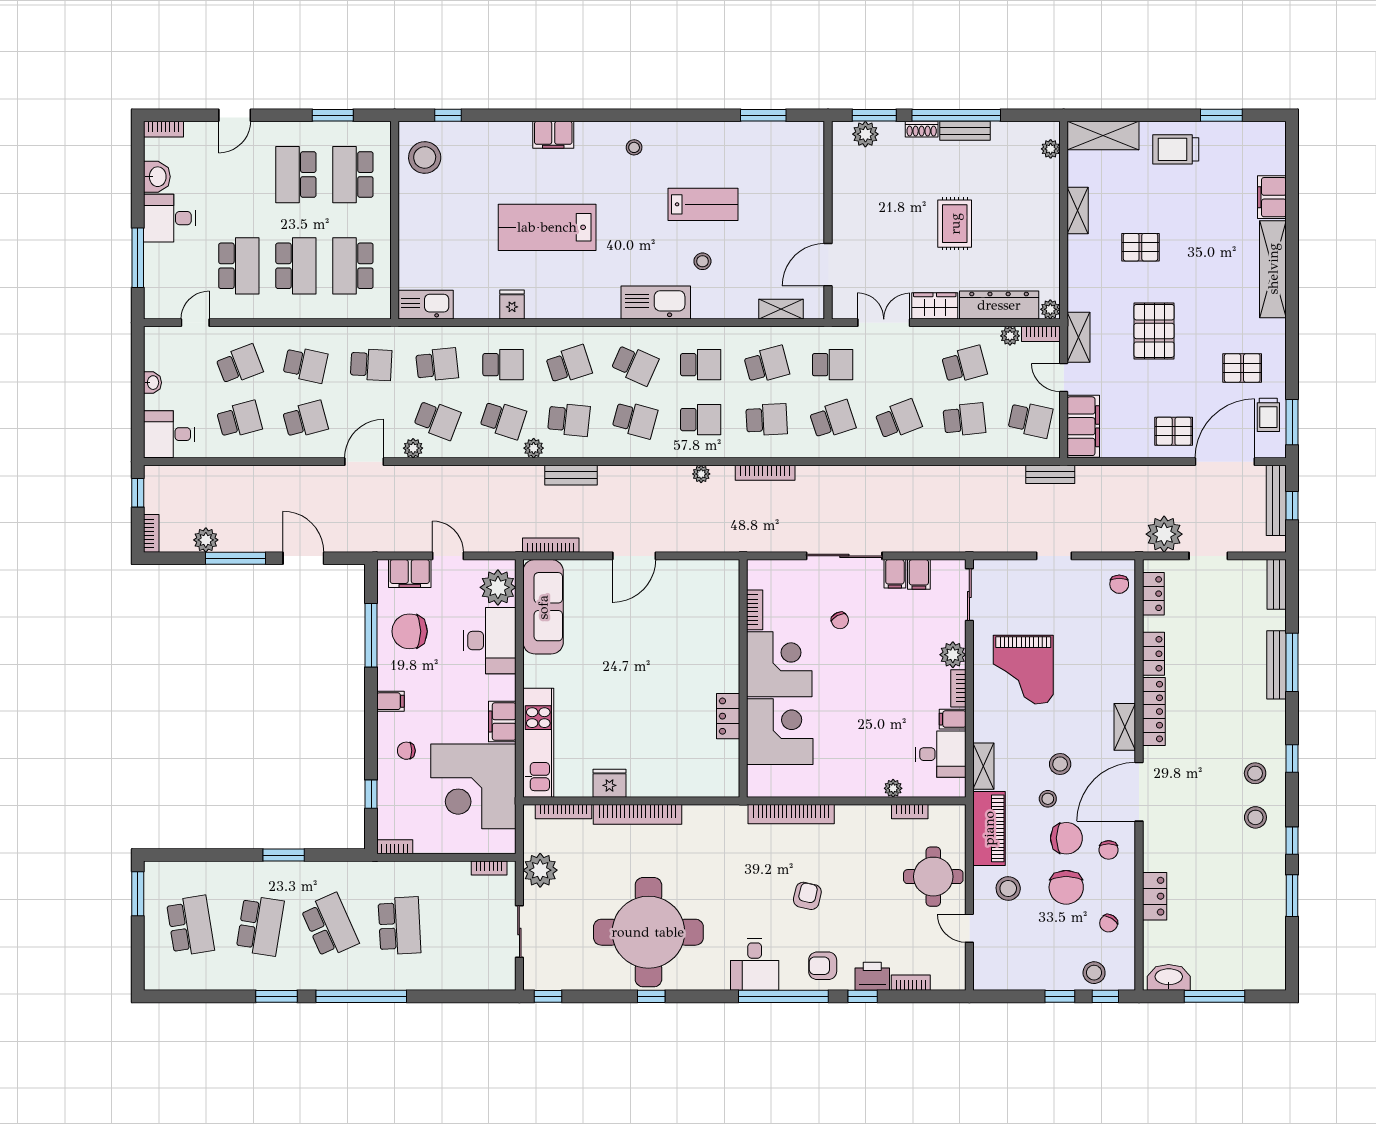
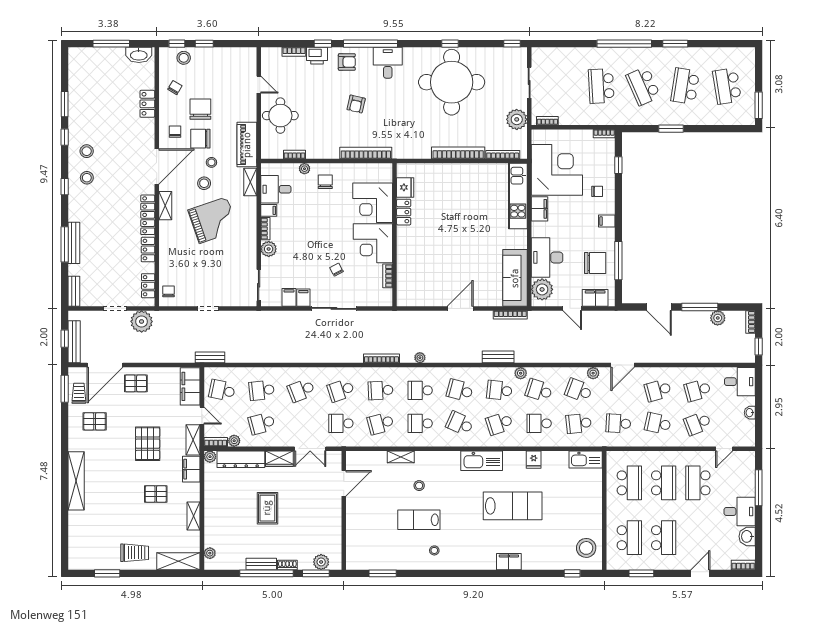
stool: (634, 147) -> (434, 550), moved
filing cabinet: (1272, 197) -> (191, 469), moved, turned 180
school desk: (296, 266) -> (664, 483), turned 180
kitchen sink: (656, 303) -> (482, 461), moved
shelving: (781, 309) -> (401, 457), moved
grand piano: (1023, 670) -> (213, 220), moved, turned 71
chair: (859, 767) -> (325, 182), added
fridge: (609, 783) -> (405, 187), moved, turned -90
stool: (1008, 888) -> (235, 108), removed

